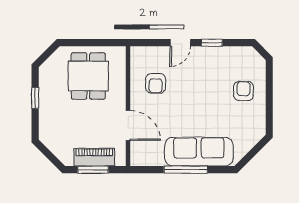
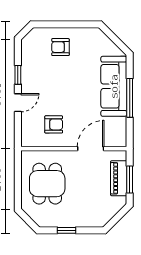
door: (180, 43) -> (18, 103), hinge flipped
dining table: (88, 76) -> (47, 184), turned 90

